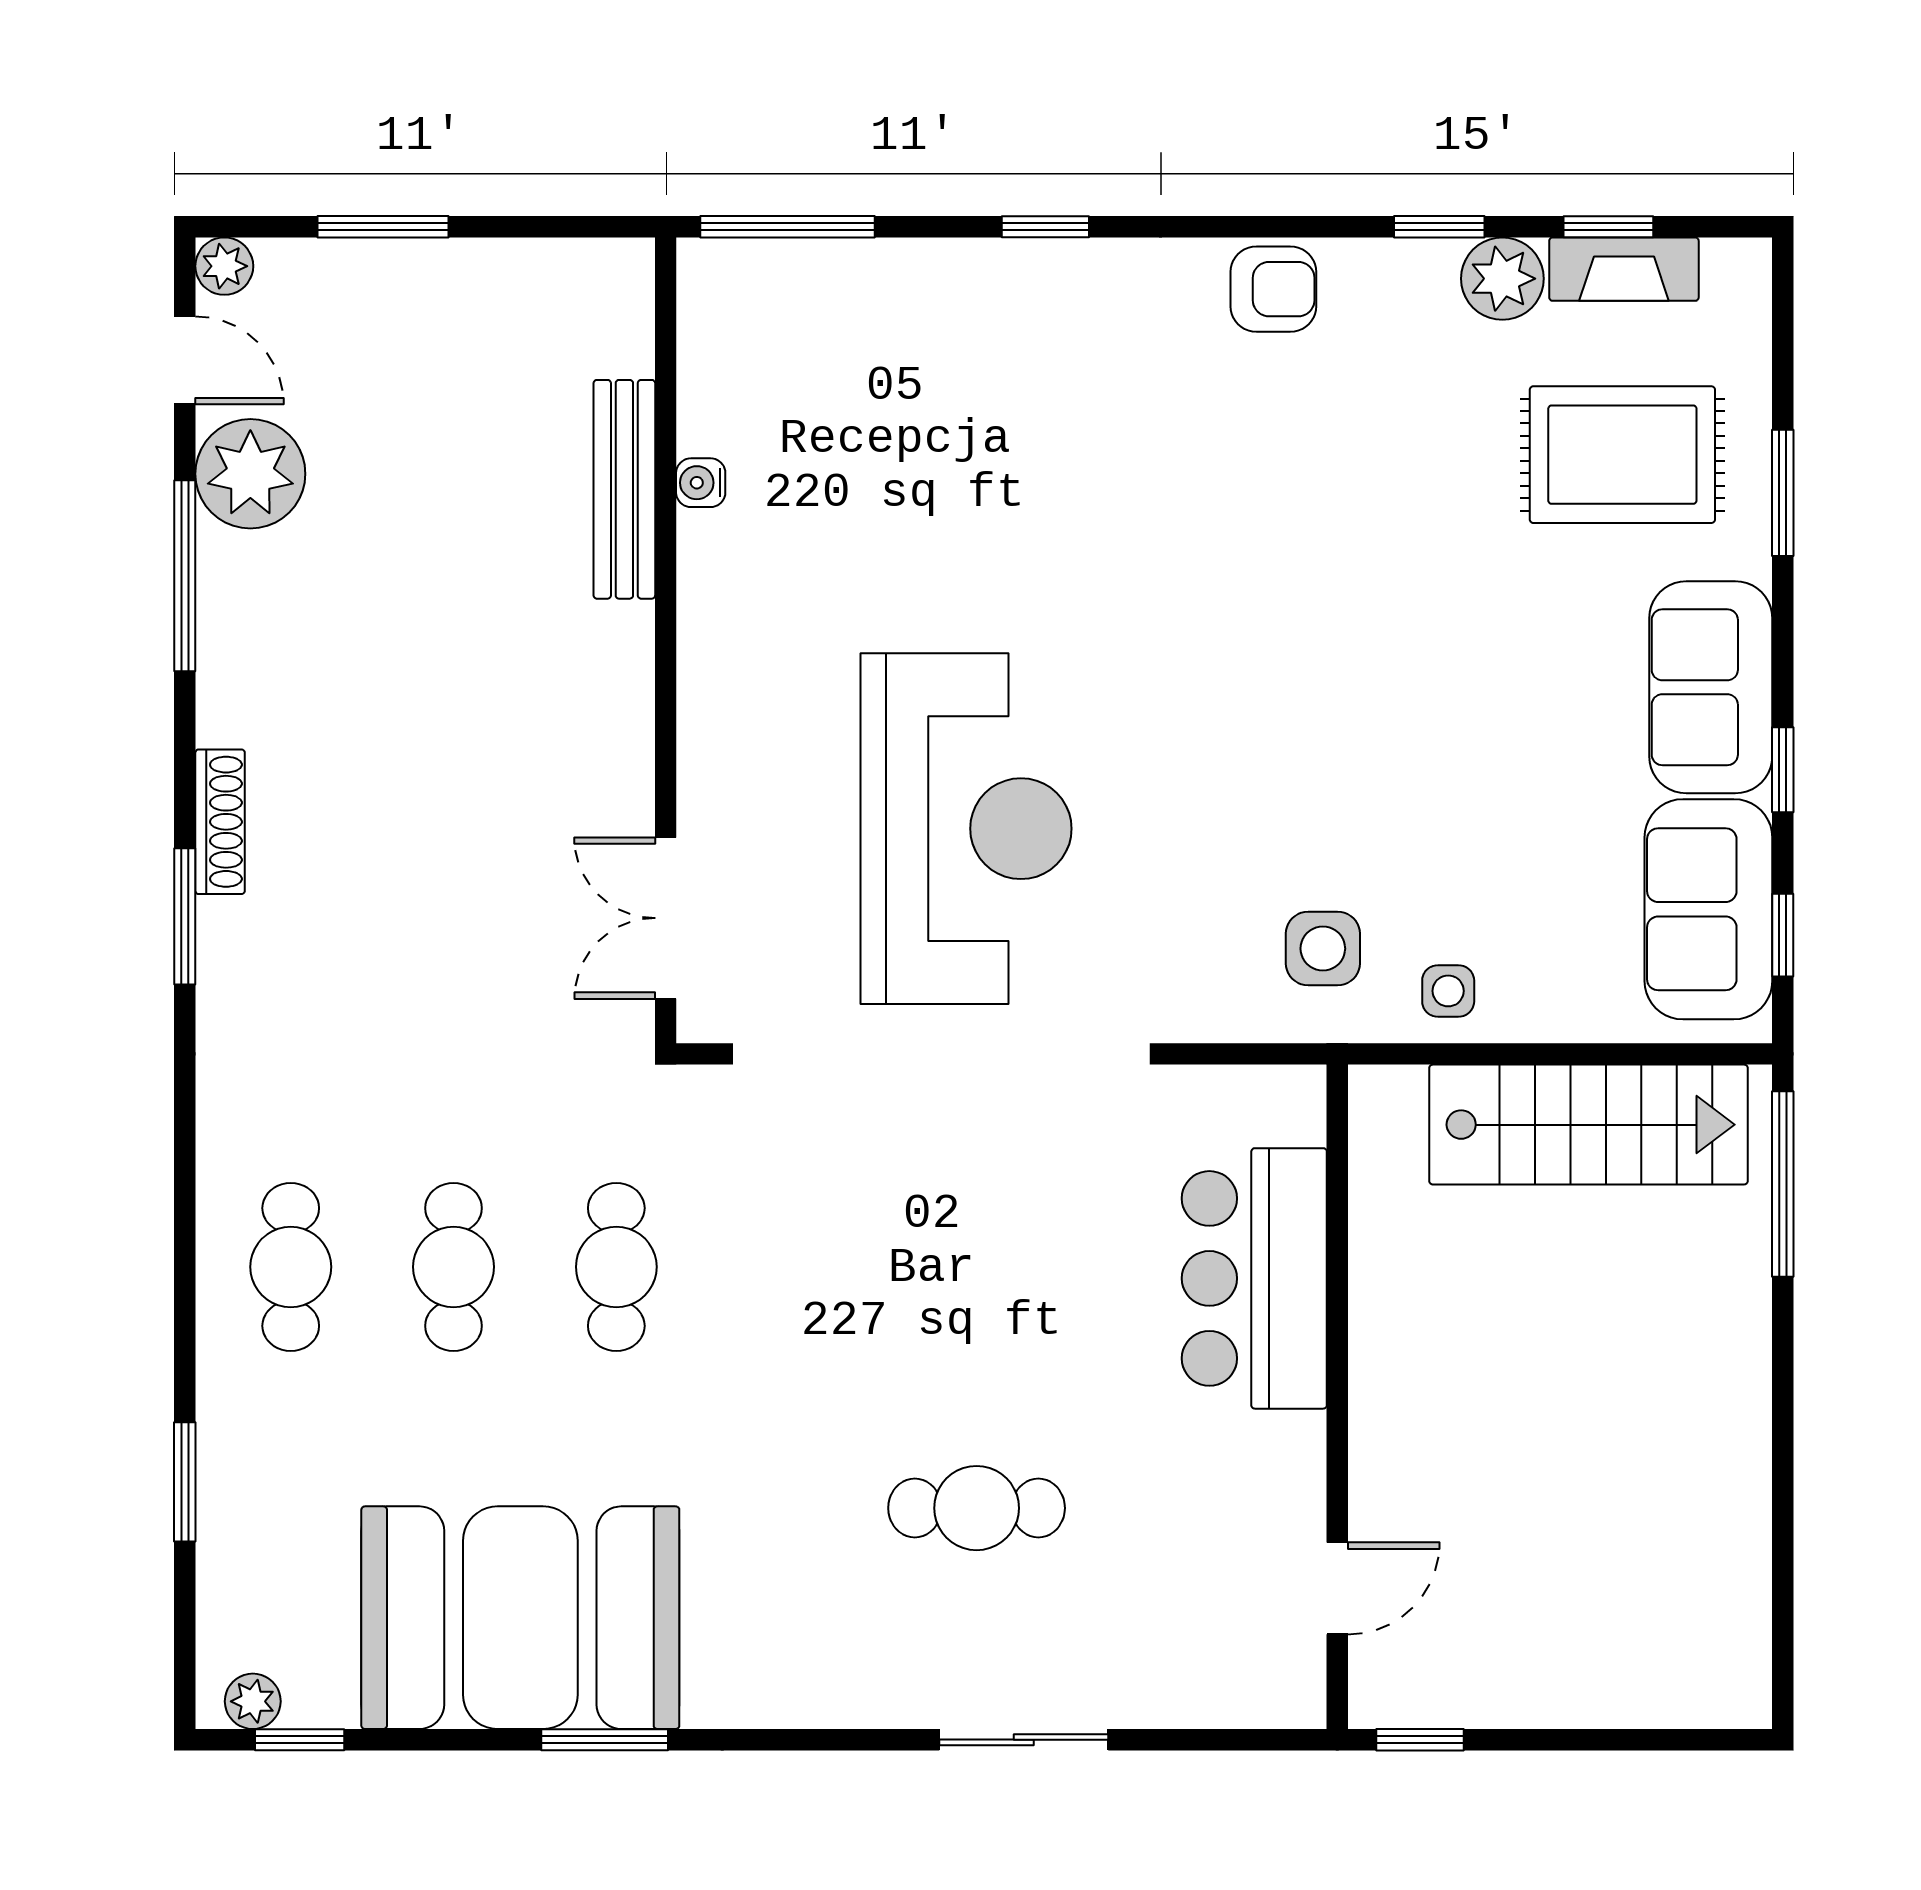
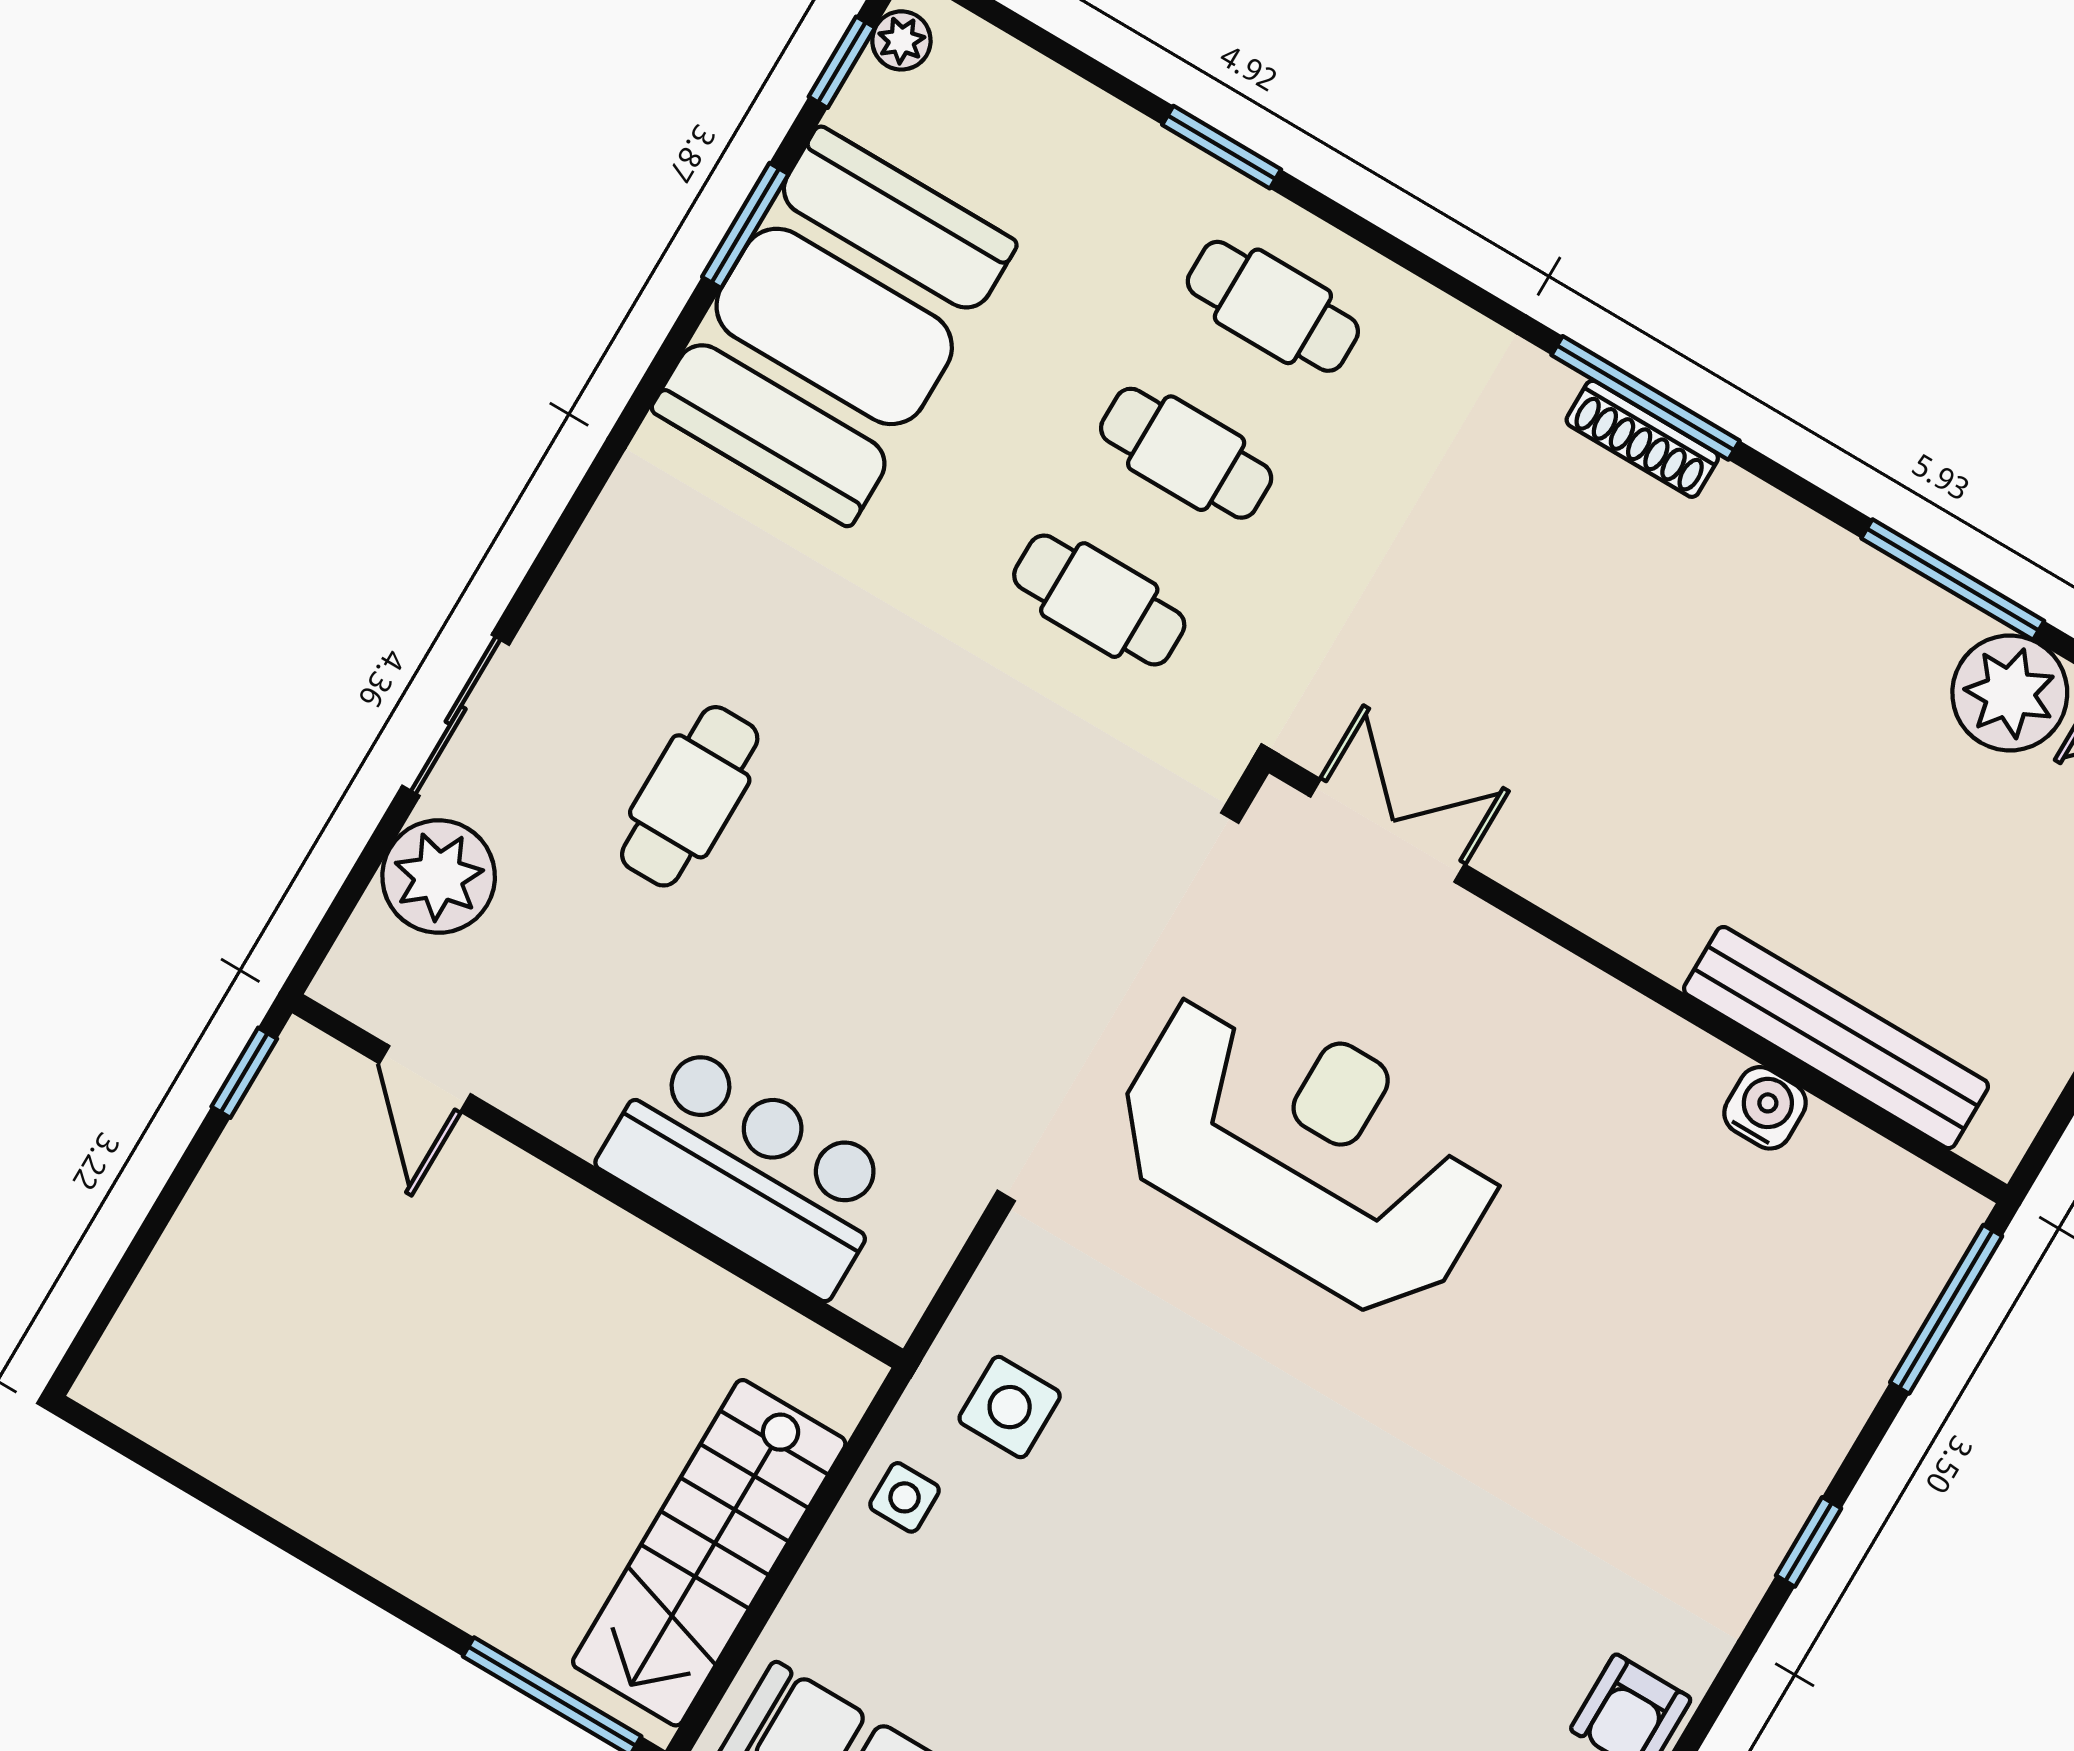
water cooler: (701, 483) -> (1765, 1108), width x1.38, depth x1.38
bench: (624, 489) -> (1836, 1038), width x1.37, depth x1.21
shoe rack: (220, 822) -> (1642, 439), moved
reception desk: (966, 829) -> (1308, 1149), turned 180
window: (185, 916) -> (1646, 398), width x1.44
window: (185, 1482) -> (1222, 147), moved
plant: (1164, 1675) -> (439, 877), added
window: (605, 1740) -> (745, 225), moved

